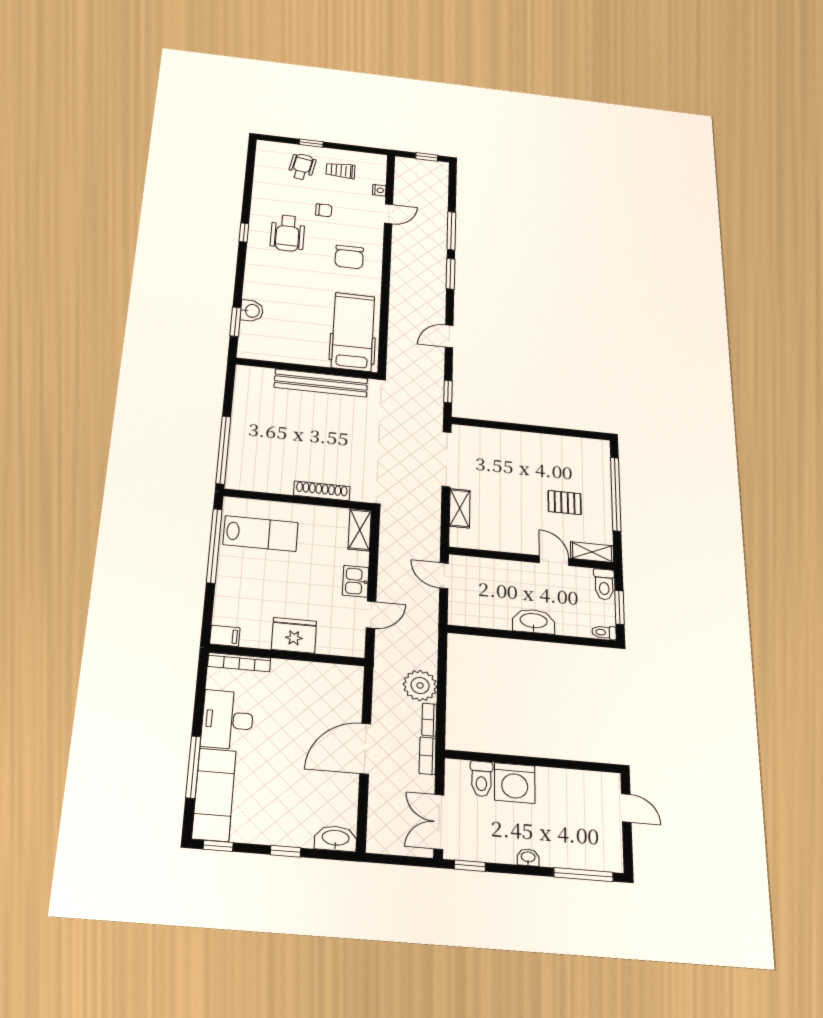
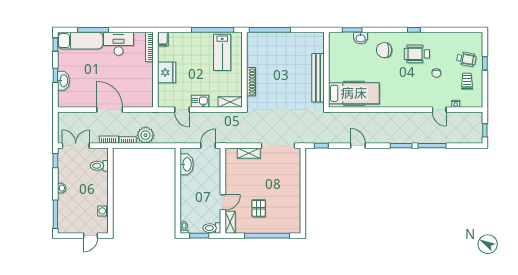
chair: (349, 257) -> (384, 50), moved
washbasin: (534, 621) -> (187, 164), moved
washing machine: (515, 783) -> (103, 211), moved, width x0.53, depth x0.53
washbasin: (336, 838) -> (63, 81), moved

